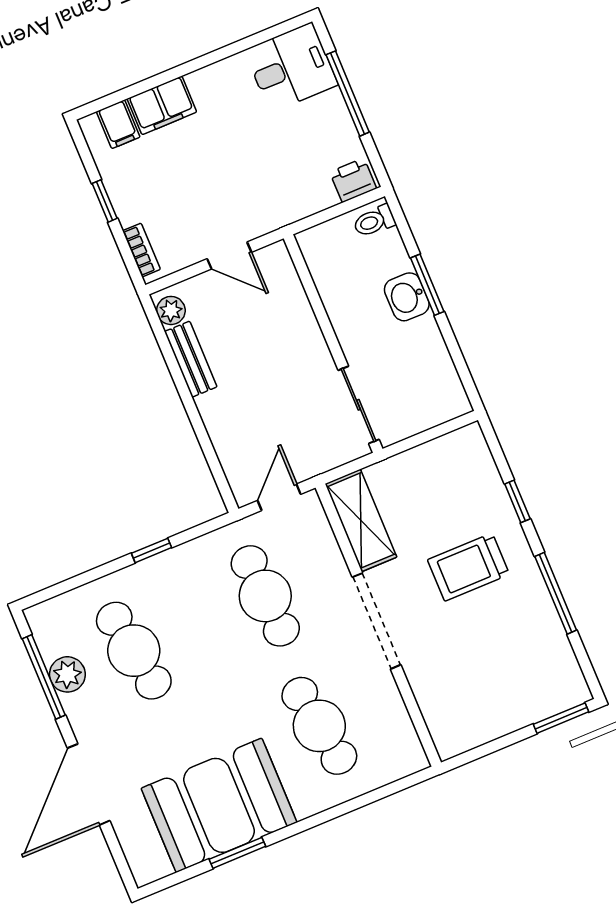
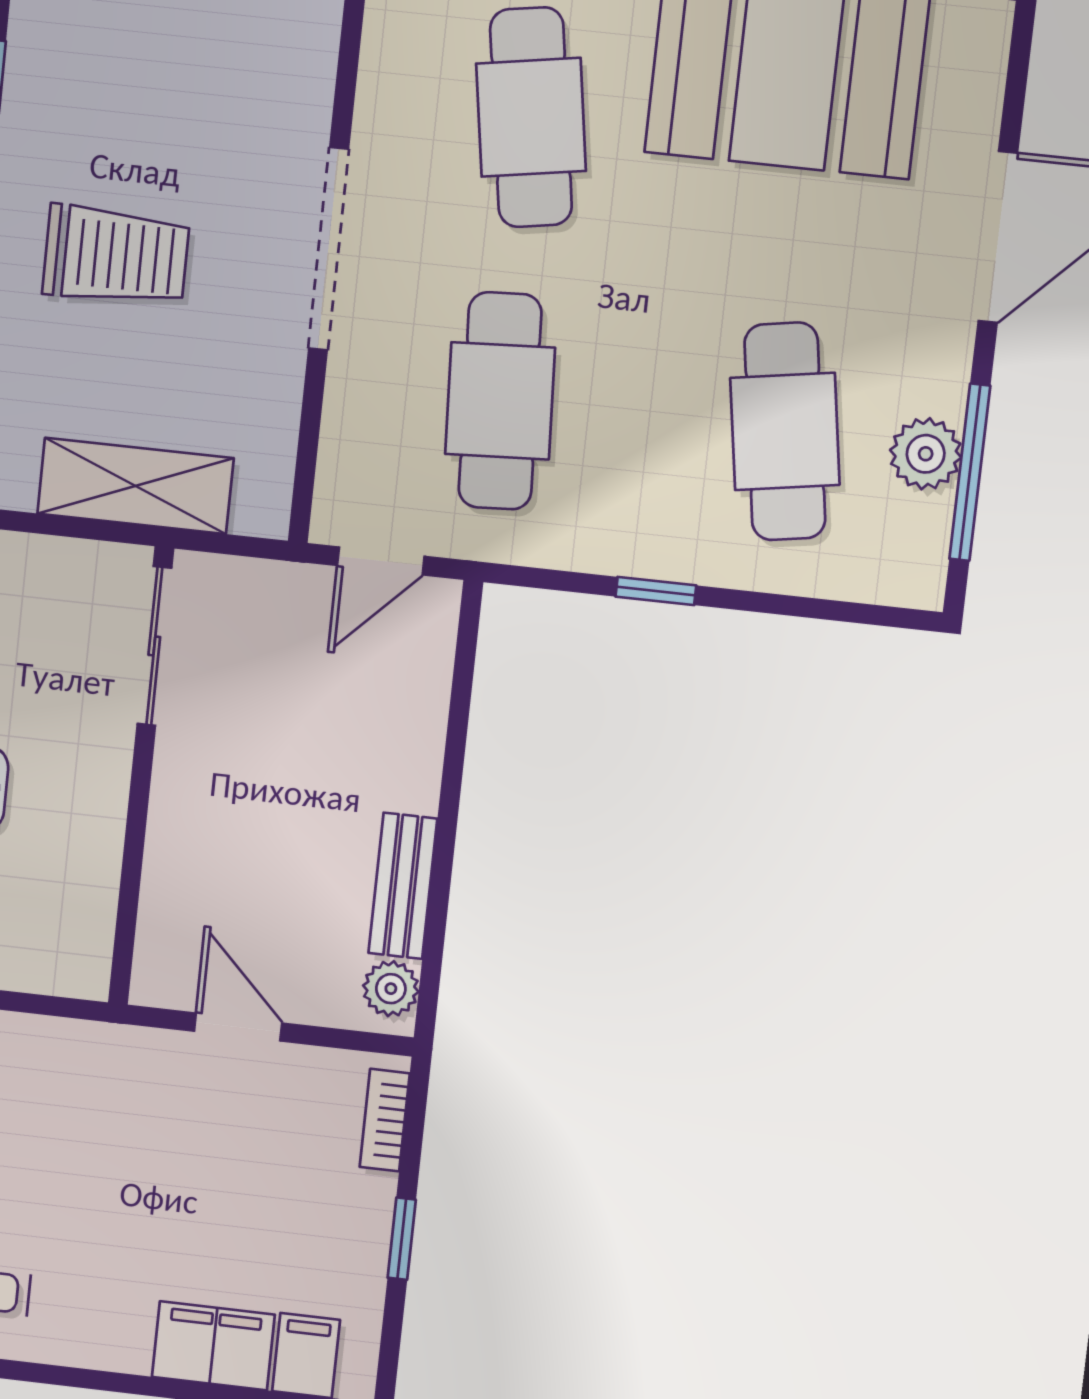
shelving: (361, 520) -> (135, 486), moved, turned 90

